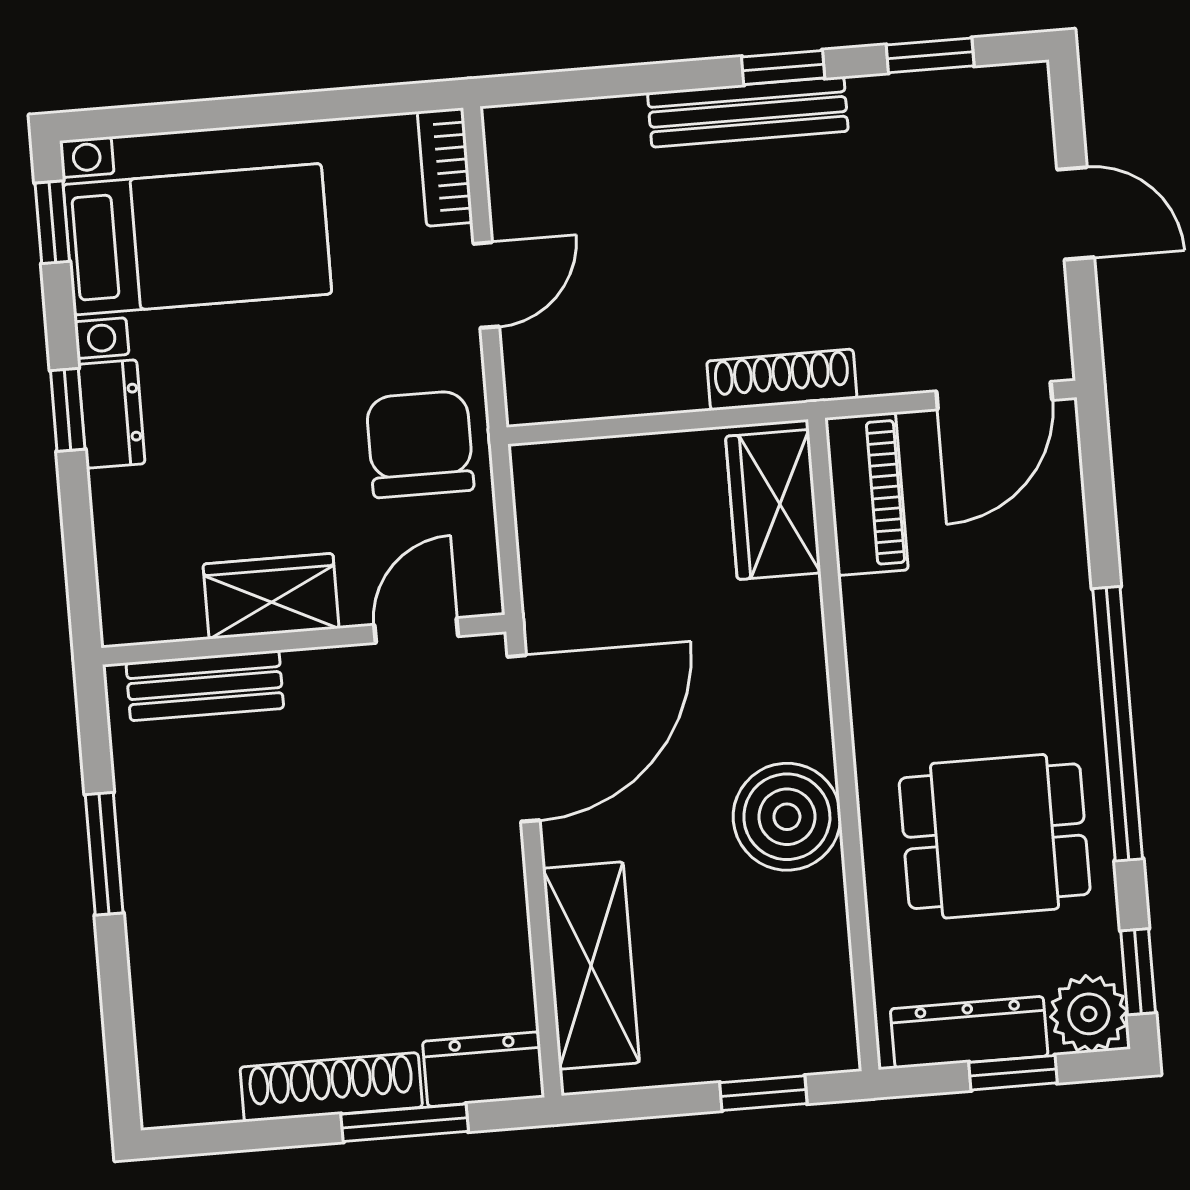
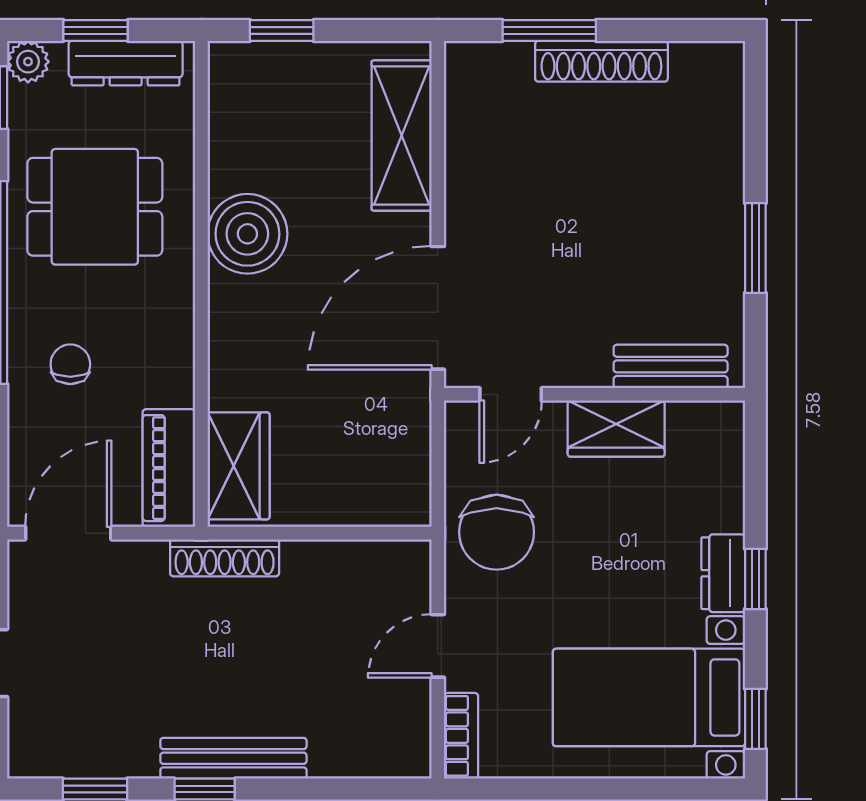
chair: (1010, 622) -> (70, 364), added
plant: (1089, 1014) -> (28, 62), width x0.73, depth x0.73
dresser: (484, 1069) -> (487, 65), removed

